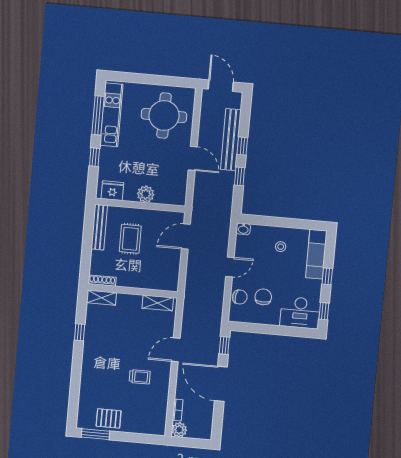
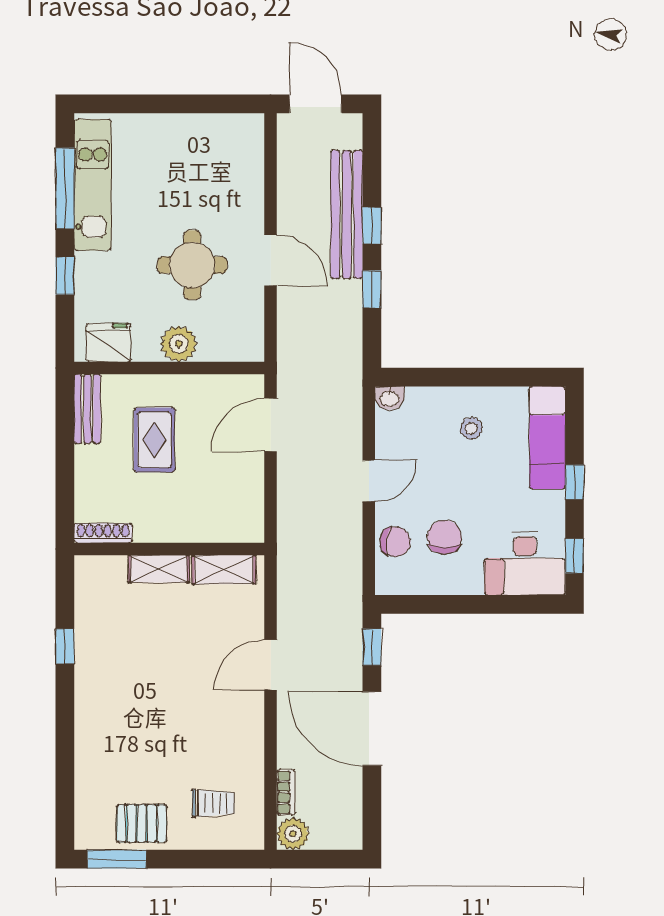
round table: (164, 116) -> (192, 265), moved, width x0.73, depth x0.73
bench: (99, 227) -> (87, 409), width x0.73
shelving: (101, 298) -> (159, 569), moved
trolley: (140, 377) -> (213, 803), moved

